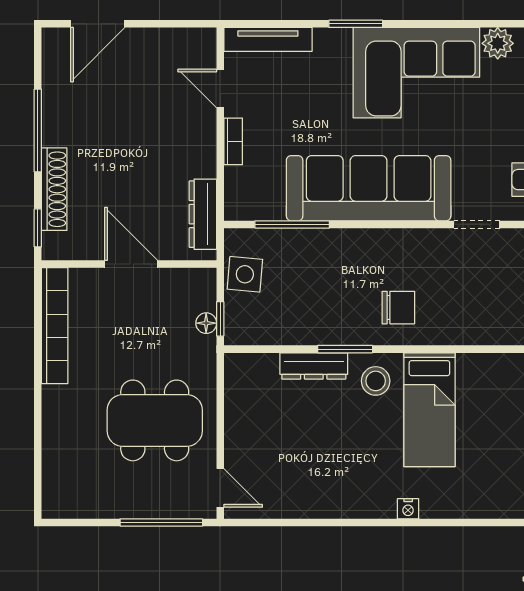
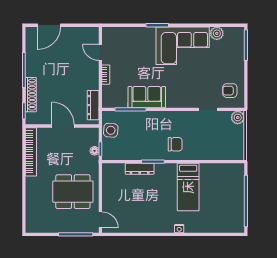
tv unit: (268, 39) -> (120, 32), removed
sofa: (369, 188) -> (147, 97), width x0.54, depth x0.79
stool: (376, 381) -> (166, 175), removed

